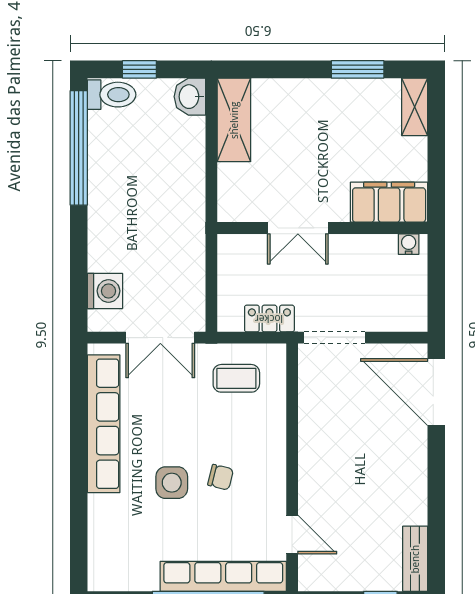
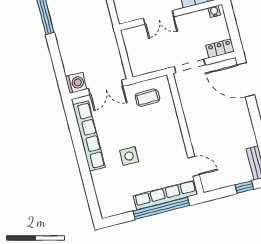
washing machine: (105, 291) -> (76, 83), moved
locker: (269, 319) -> (220, 48), moved
chair: (221, 477) -> (152, 147), removed

